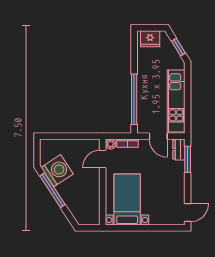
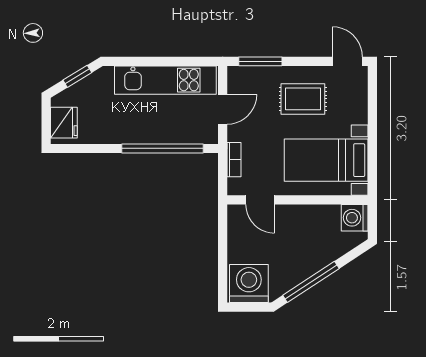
plant: (111, 144) -> (236, 187), removed
dresser: (179, 149) -> (245, 76), removed
washing machine: (57, 171) -> (249, 284), moved, turned 33
rug: (165, 185) -> (303, 99), added
washing machine: (92, 217) -> (355, 218), added

